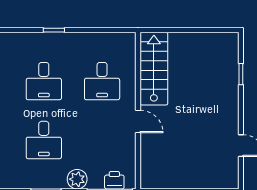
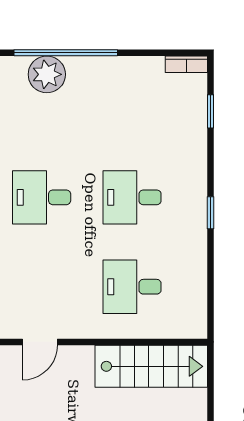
door: (138, 122) -> (40, 342), moved

